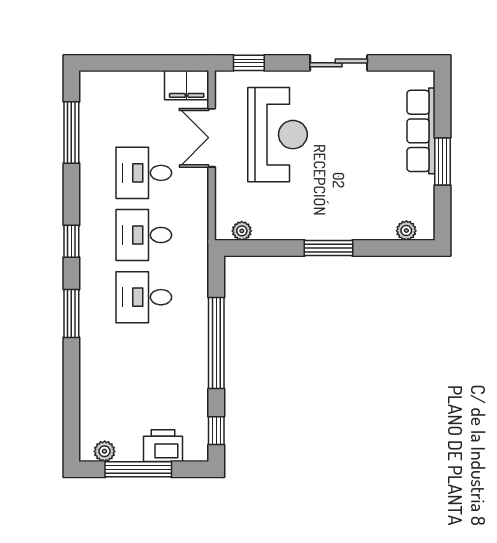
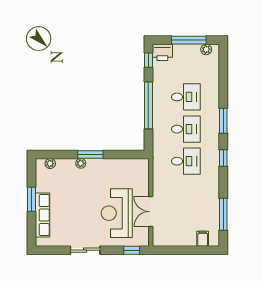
filing cabinet: (187, 85) -> (203, 239), moved, width x0.50
double door: (212, 138) -> (151, 212), swing flipped
desk: (144, 173) -> (186, 97), moved
plant: (242, 231) -> (81, 163), moved
printer: (163, 446) -> (162, 52), moved

